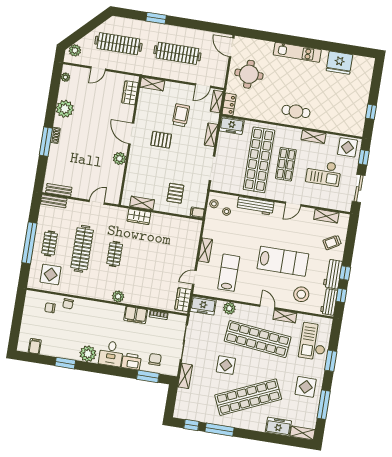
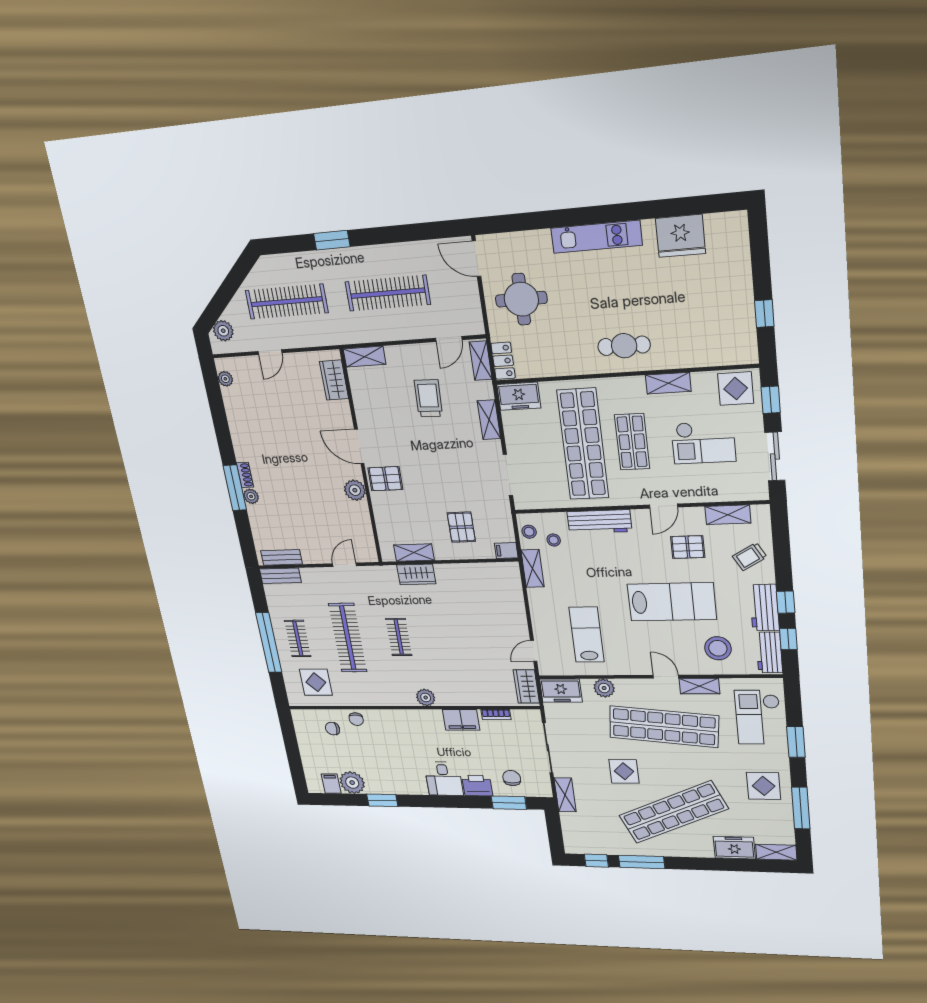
plant: (65, 109) -> (251, 496), moved, width x0.53, depth x0.53
pallet: (161, 140) -> (385, 479), moved
pallet: (300, 230) -> (688, 547), added
shelving: (205, 250) -> (533, 568), moved
plant: (88, 354) -> (352, 783), moved

